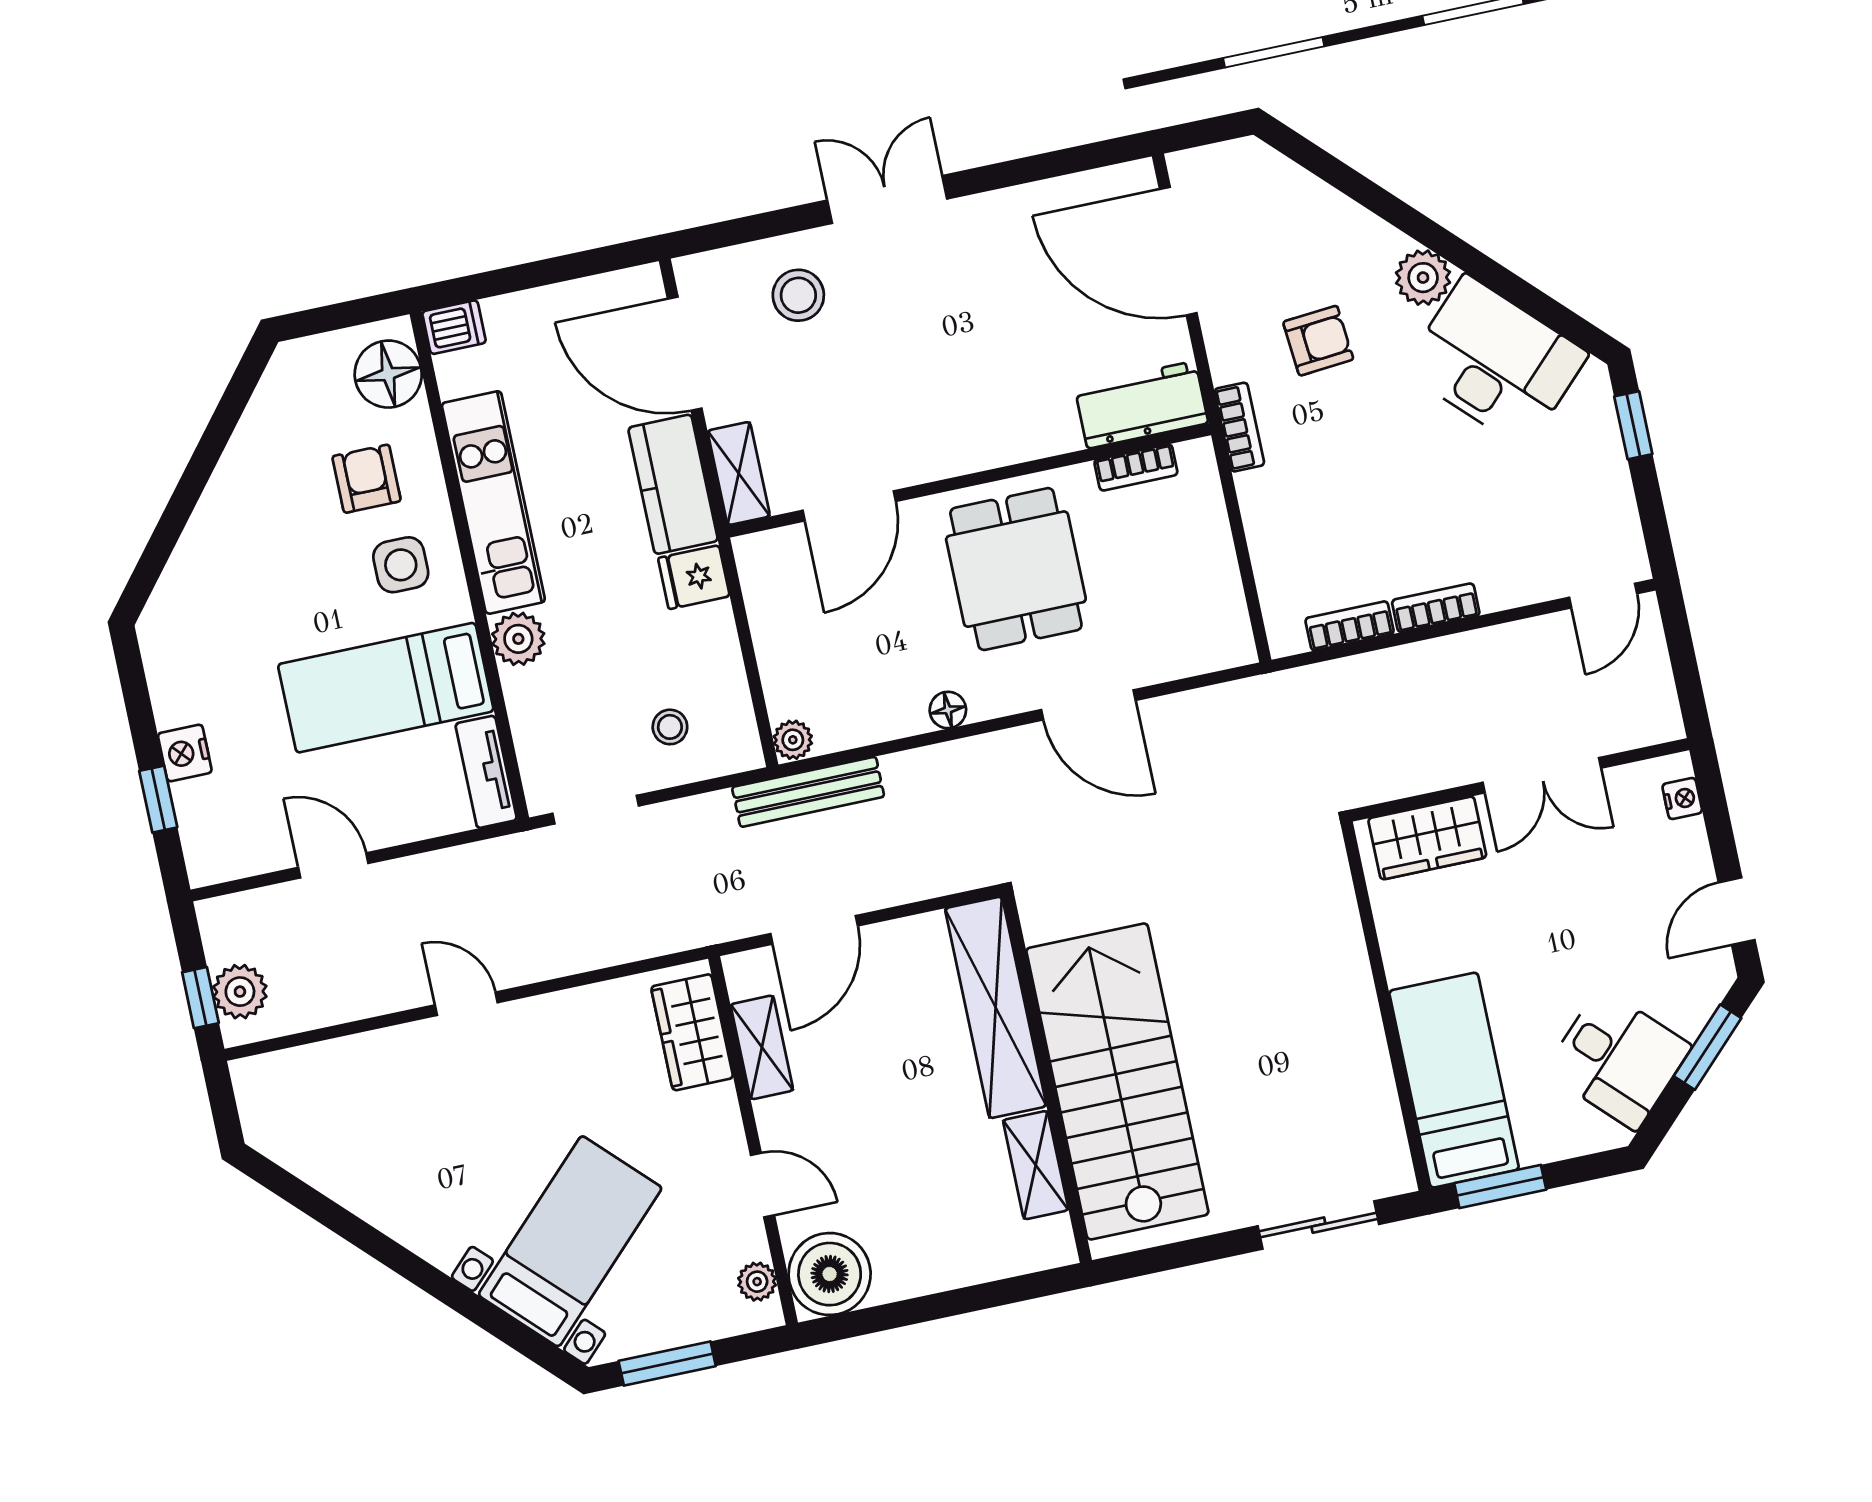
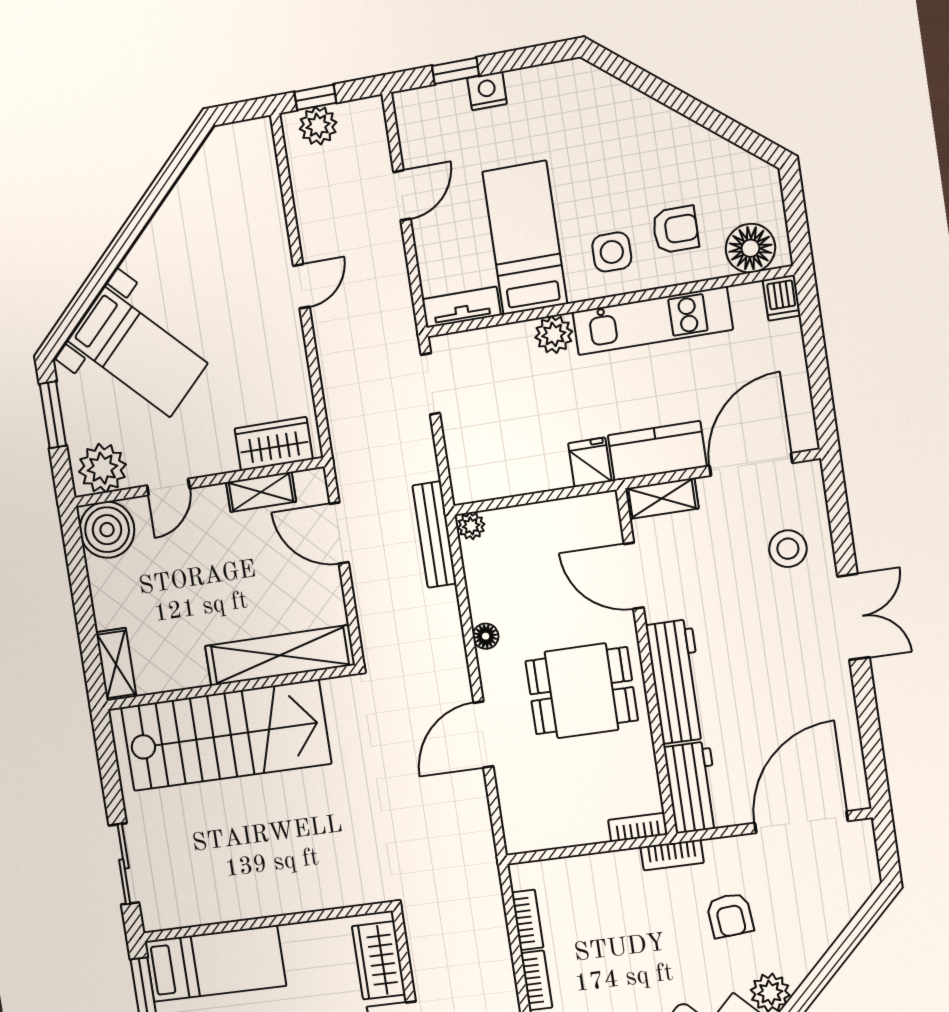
workbench: (994, 436) -> (677, 682), added
bookcase: (1136, 467) -> (637, 827), moved, turned 90
stool: (670, 727) -> (485, 440), removed
shelving: (1036, 1165) -> (116, 664), moved, turned 90
plant: (757, 1282) -> (102, 468), width x1.87, depth x1.87

